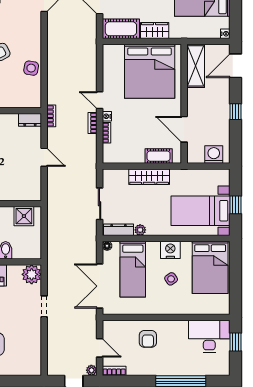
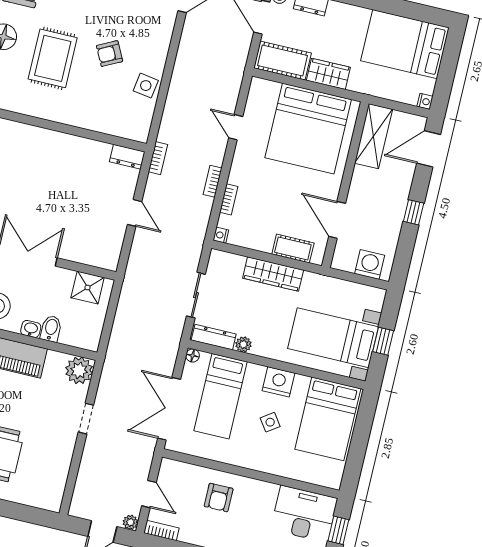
door: (100, 100) -> (236, 127), moved
nightstand: (107, 116) -> (221, 235), moved

